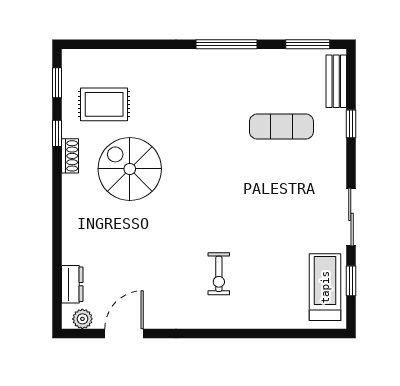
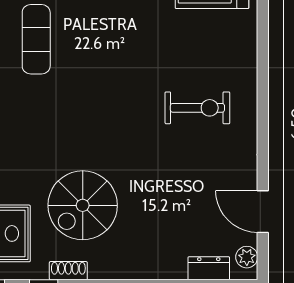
exercise bike: (219, 274) -> (197, 108), width x1.38, depth x1.39

